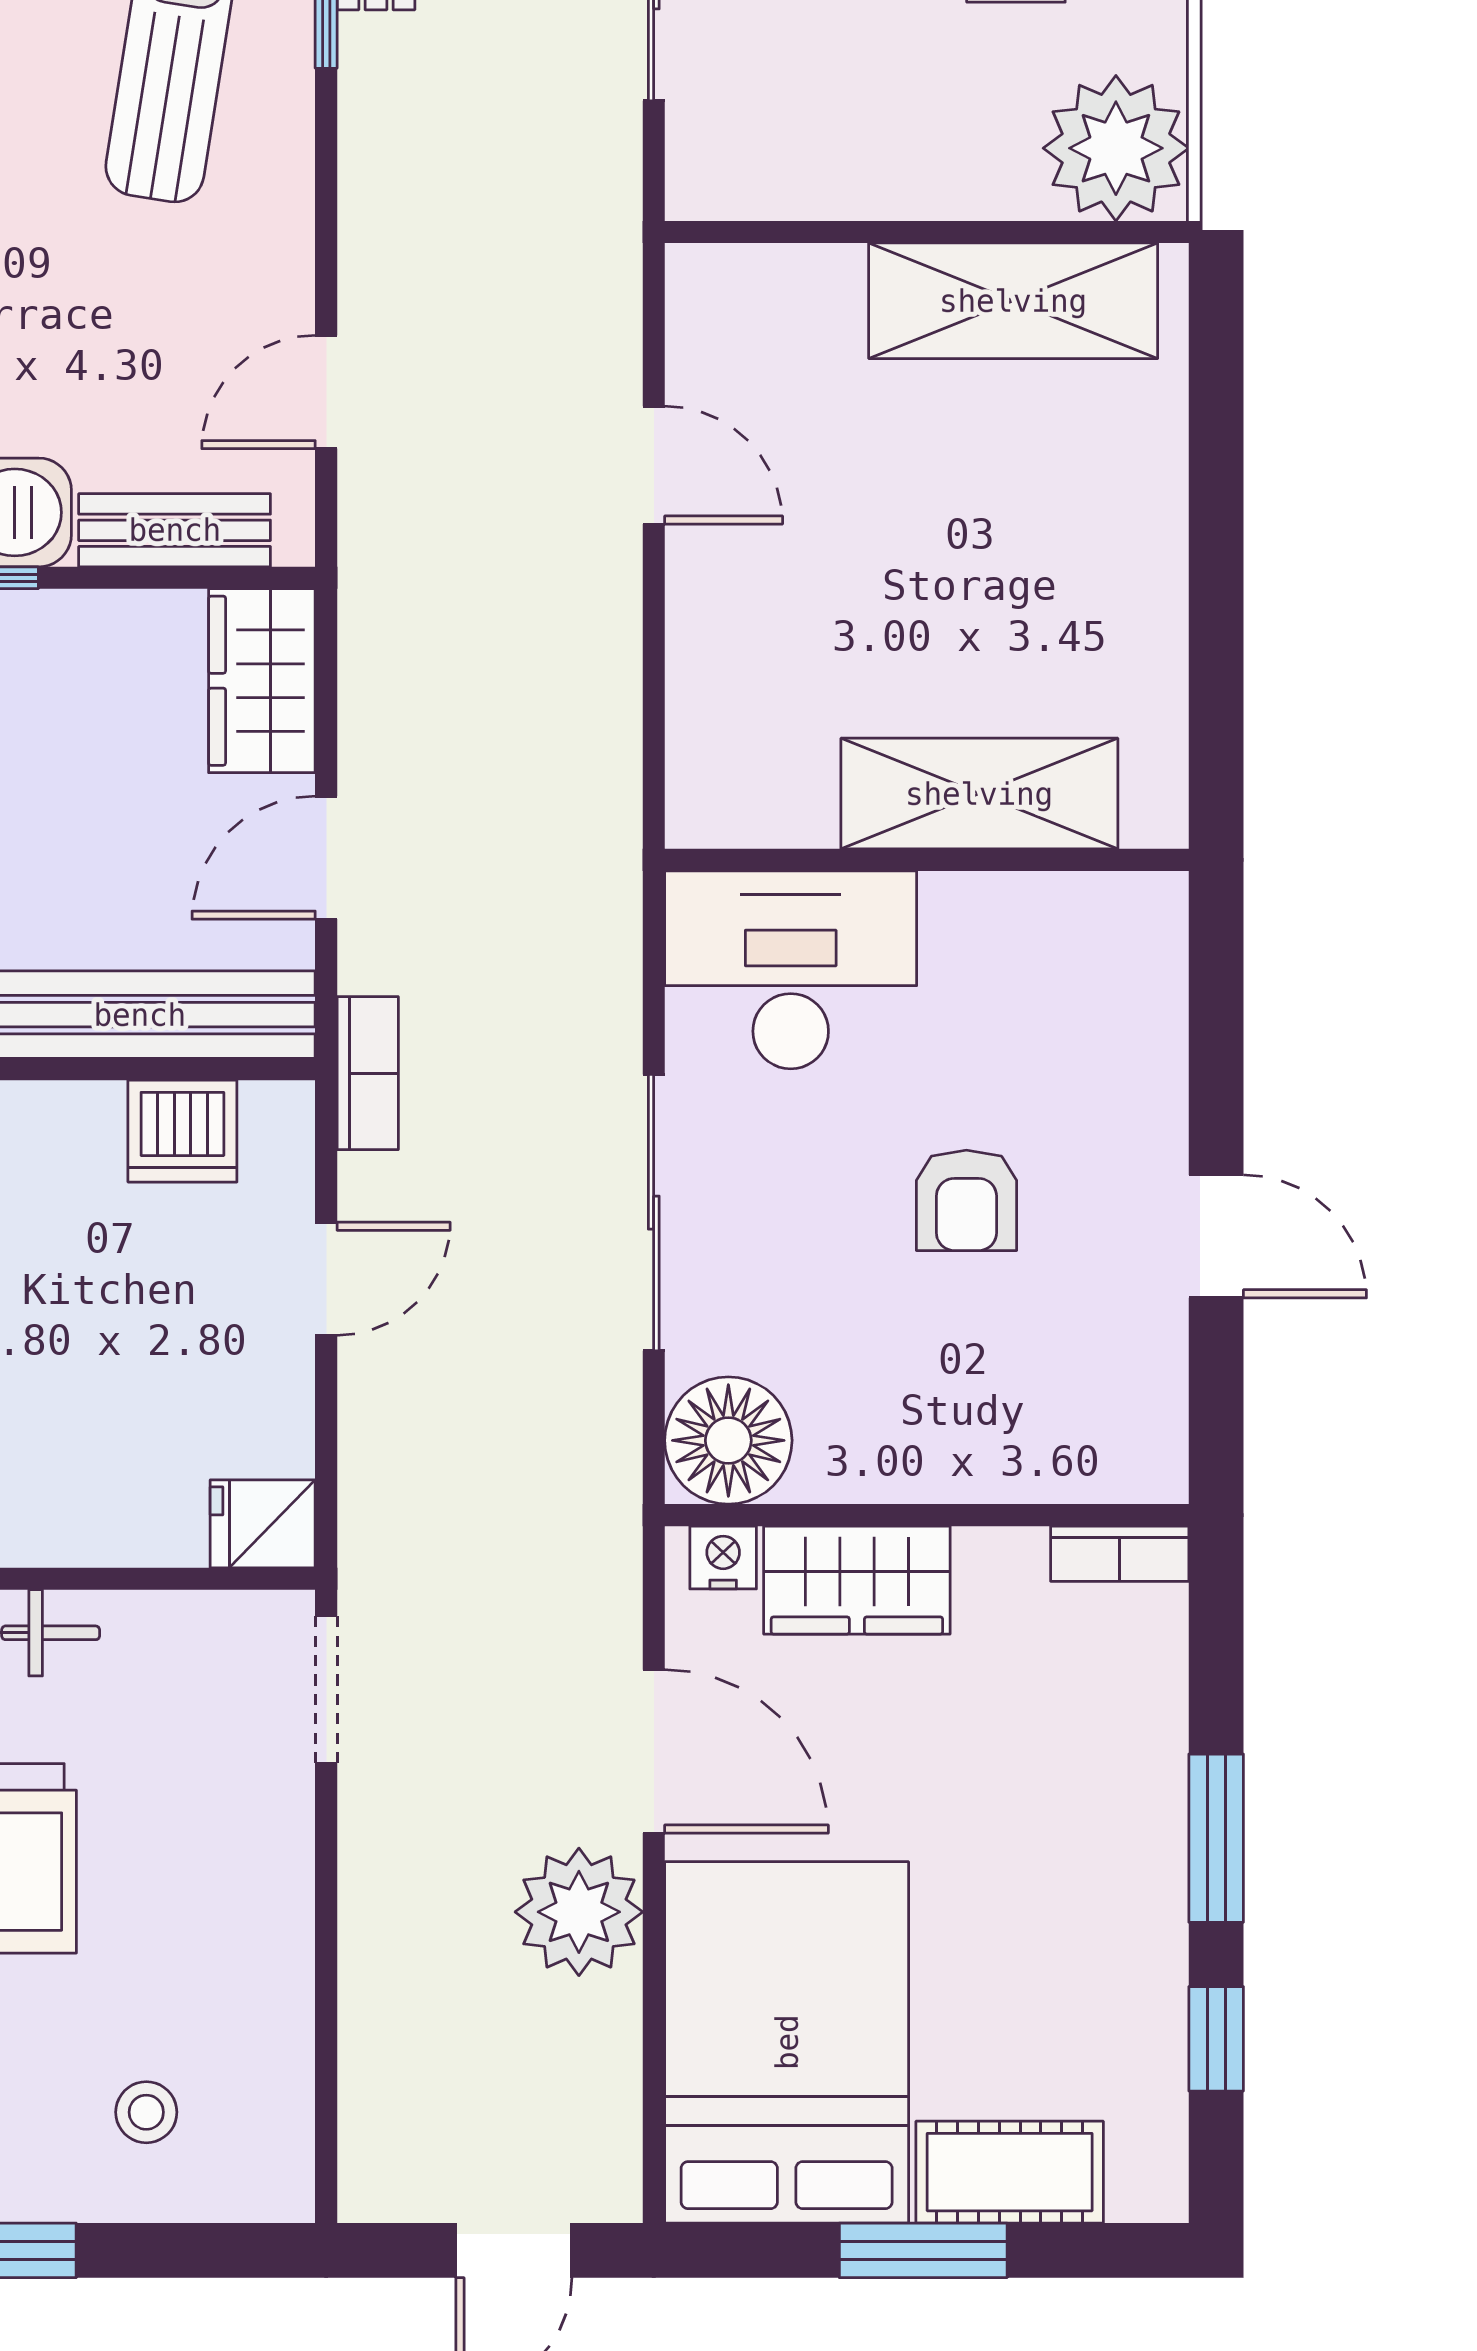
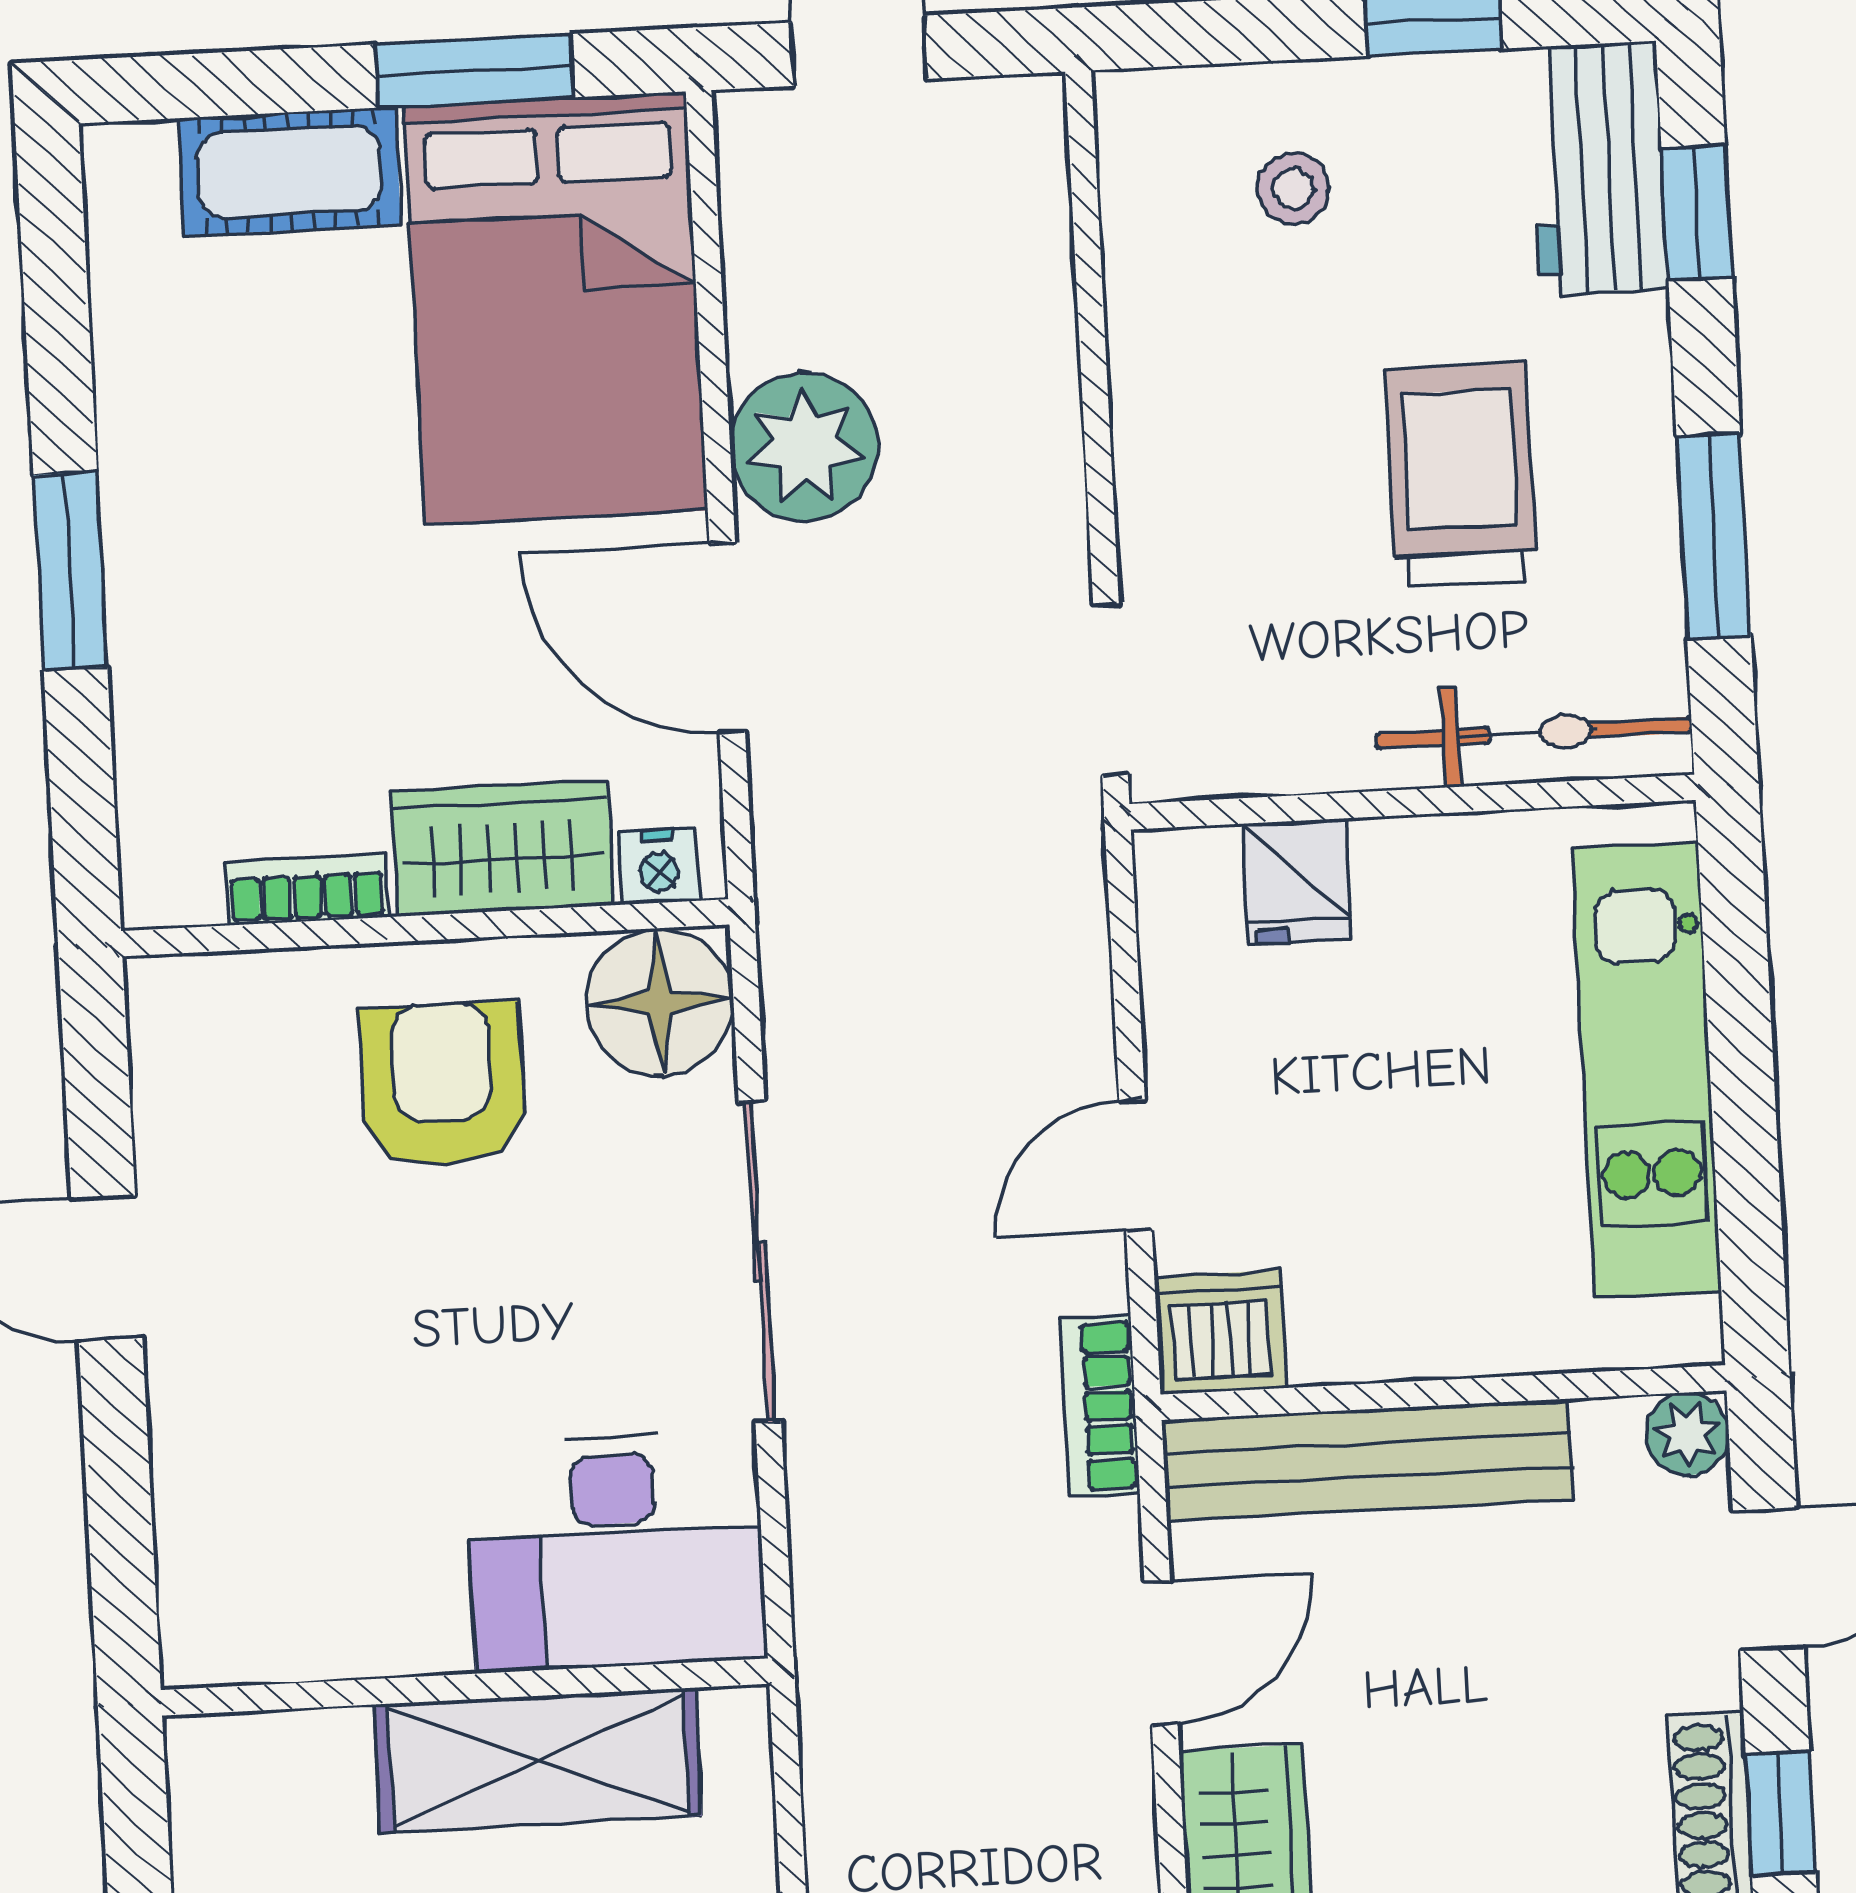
shelving: (979, 794) -> (538, 1760), moved
dishwasher: (182, 1131) -> (1220, 1332), moved
armchair: (966, 1200) -> (442, 1085), moved, width x1.38, depth x1.38
fridge: (263, 1524) -> (1296, 882), moved, turned 90
bookcase: (1120, 1554) -> (307, 889), moved
window: (1216, 2039) -> (58, 338), removed
window: (923, 2250) -> (474, 71), moved

